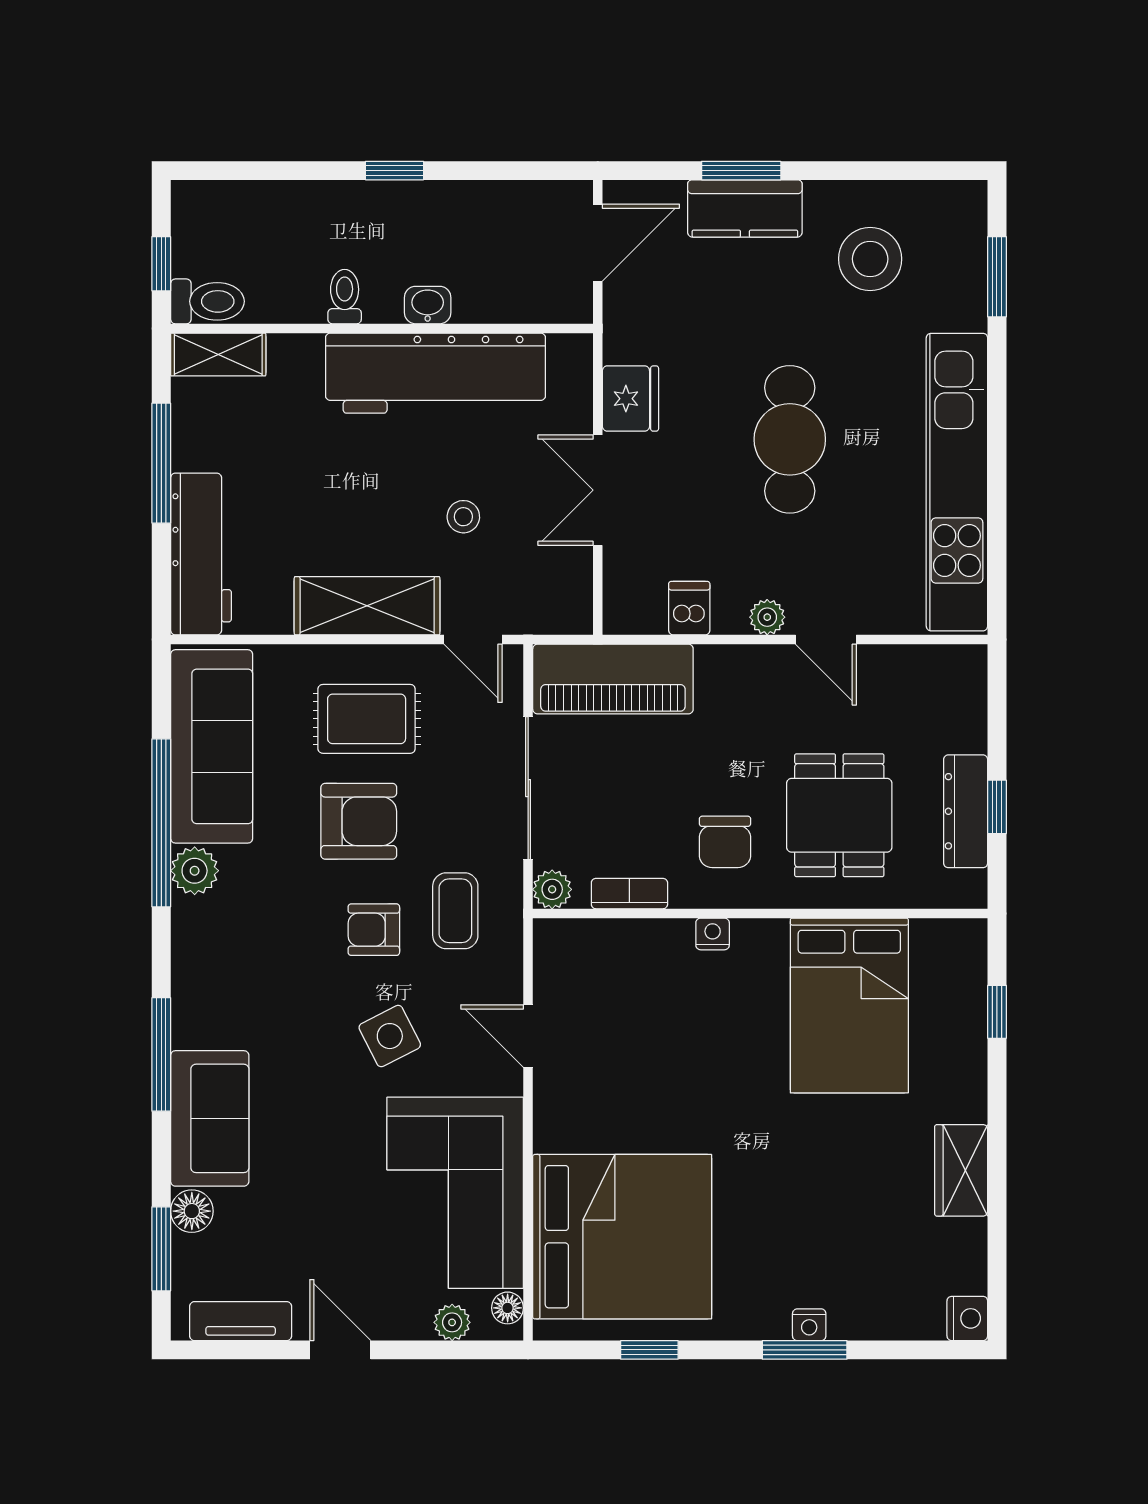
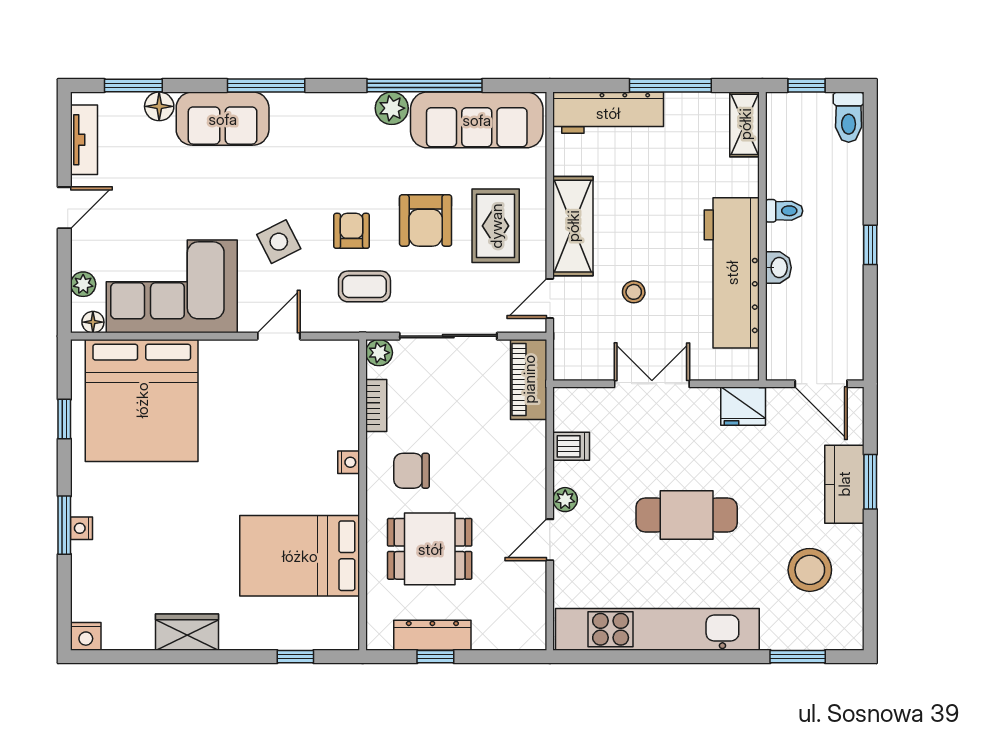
toilet: (207, 301) -> (849, 117), moved
fridge: (630, 399) -> (743, 406), moved
piano: (613, 679) -> (529, 379), width x0.73, depth x0.75

